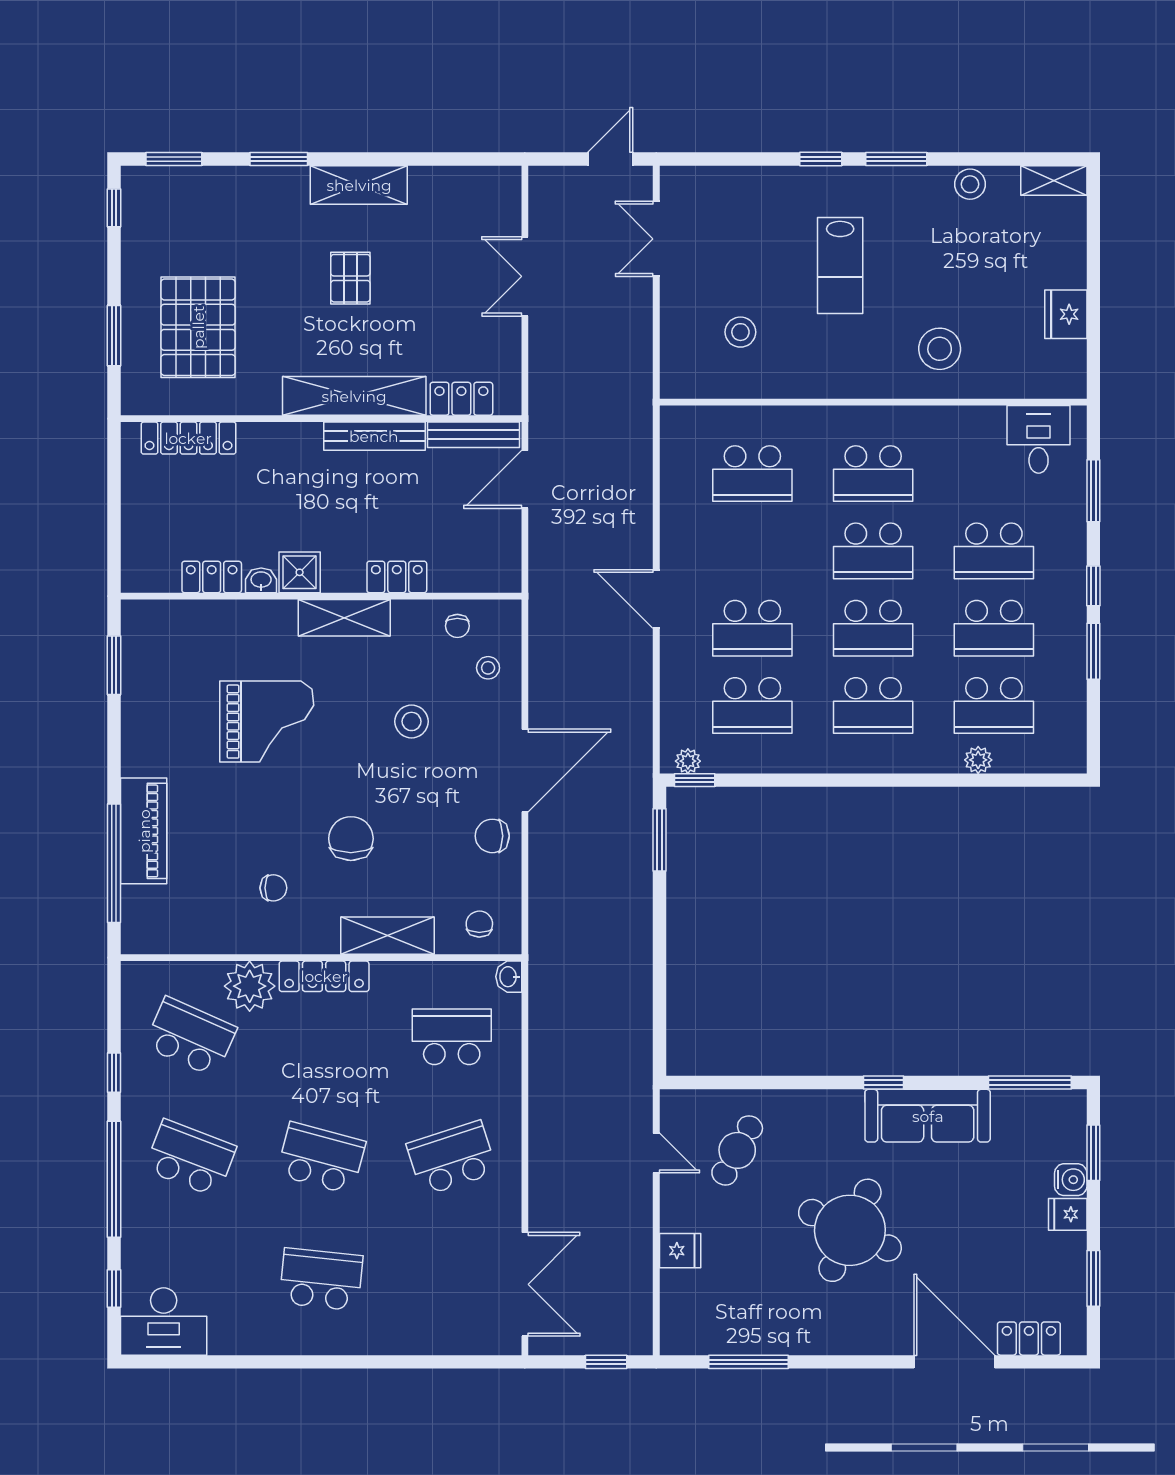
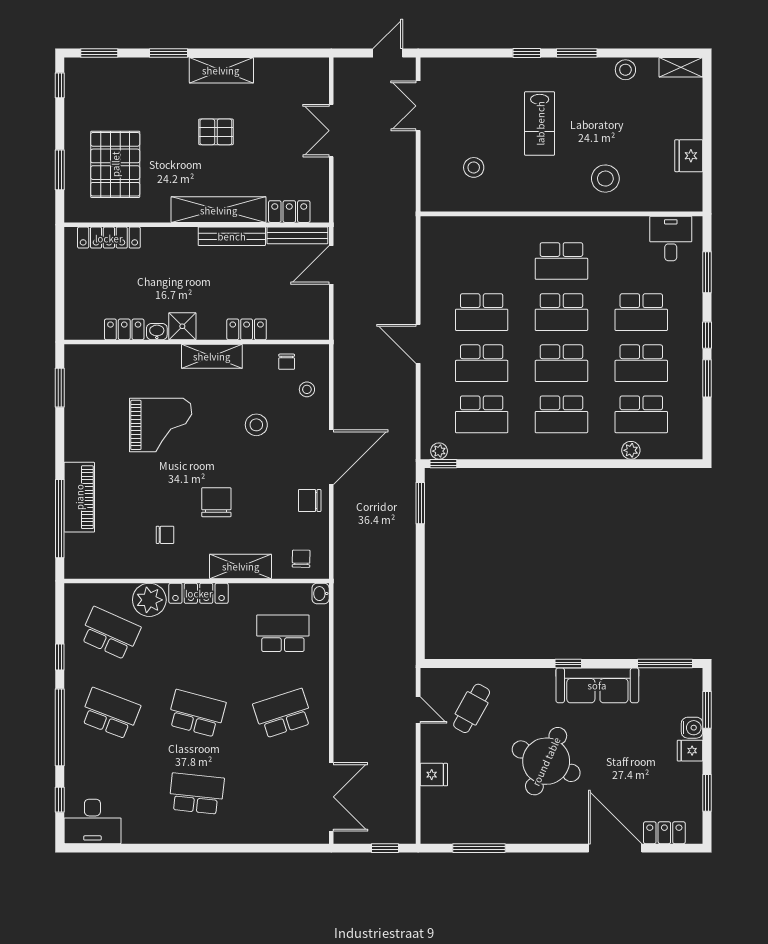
pallet: (350, 278) -> (216, 132), turned 90
school desk: (752, 474) -> (482, 312), moved

